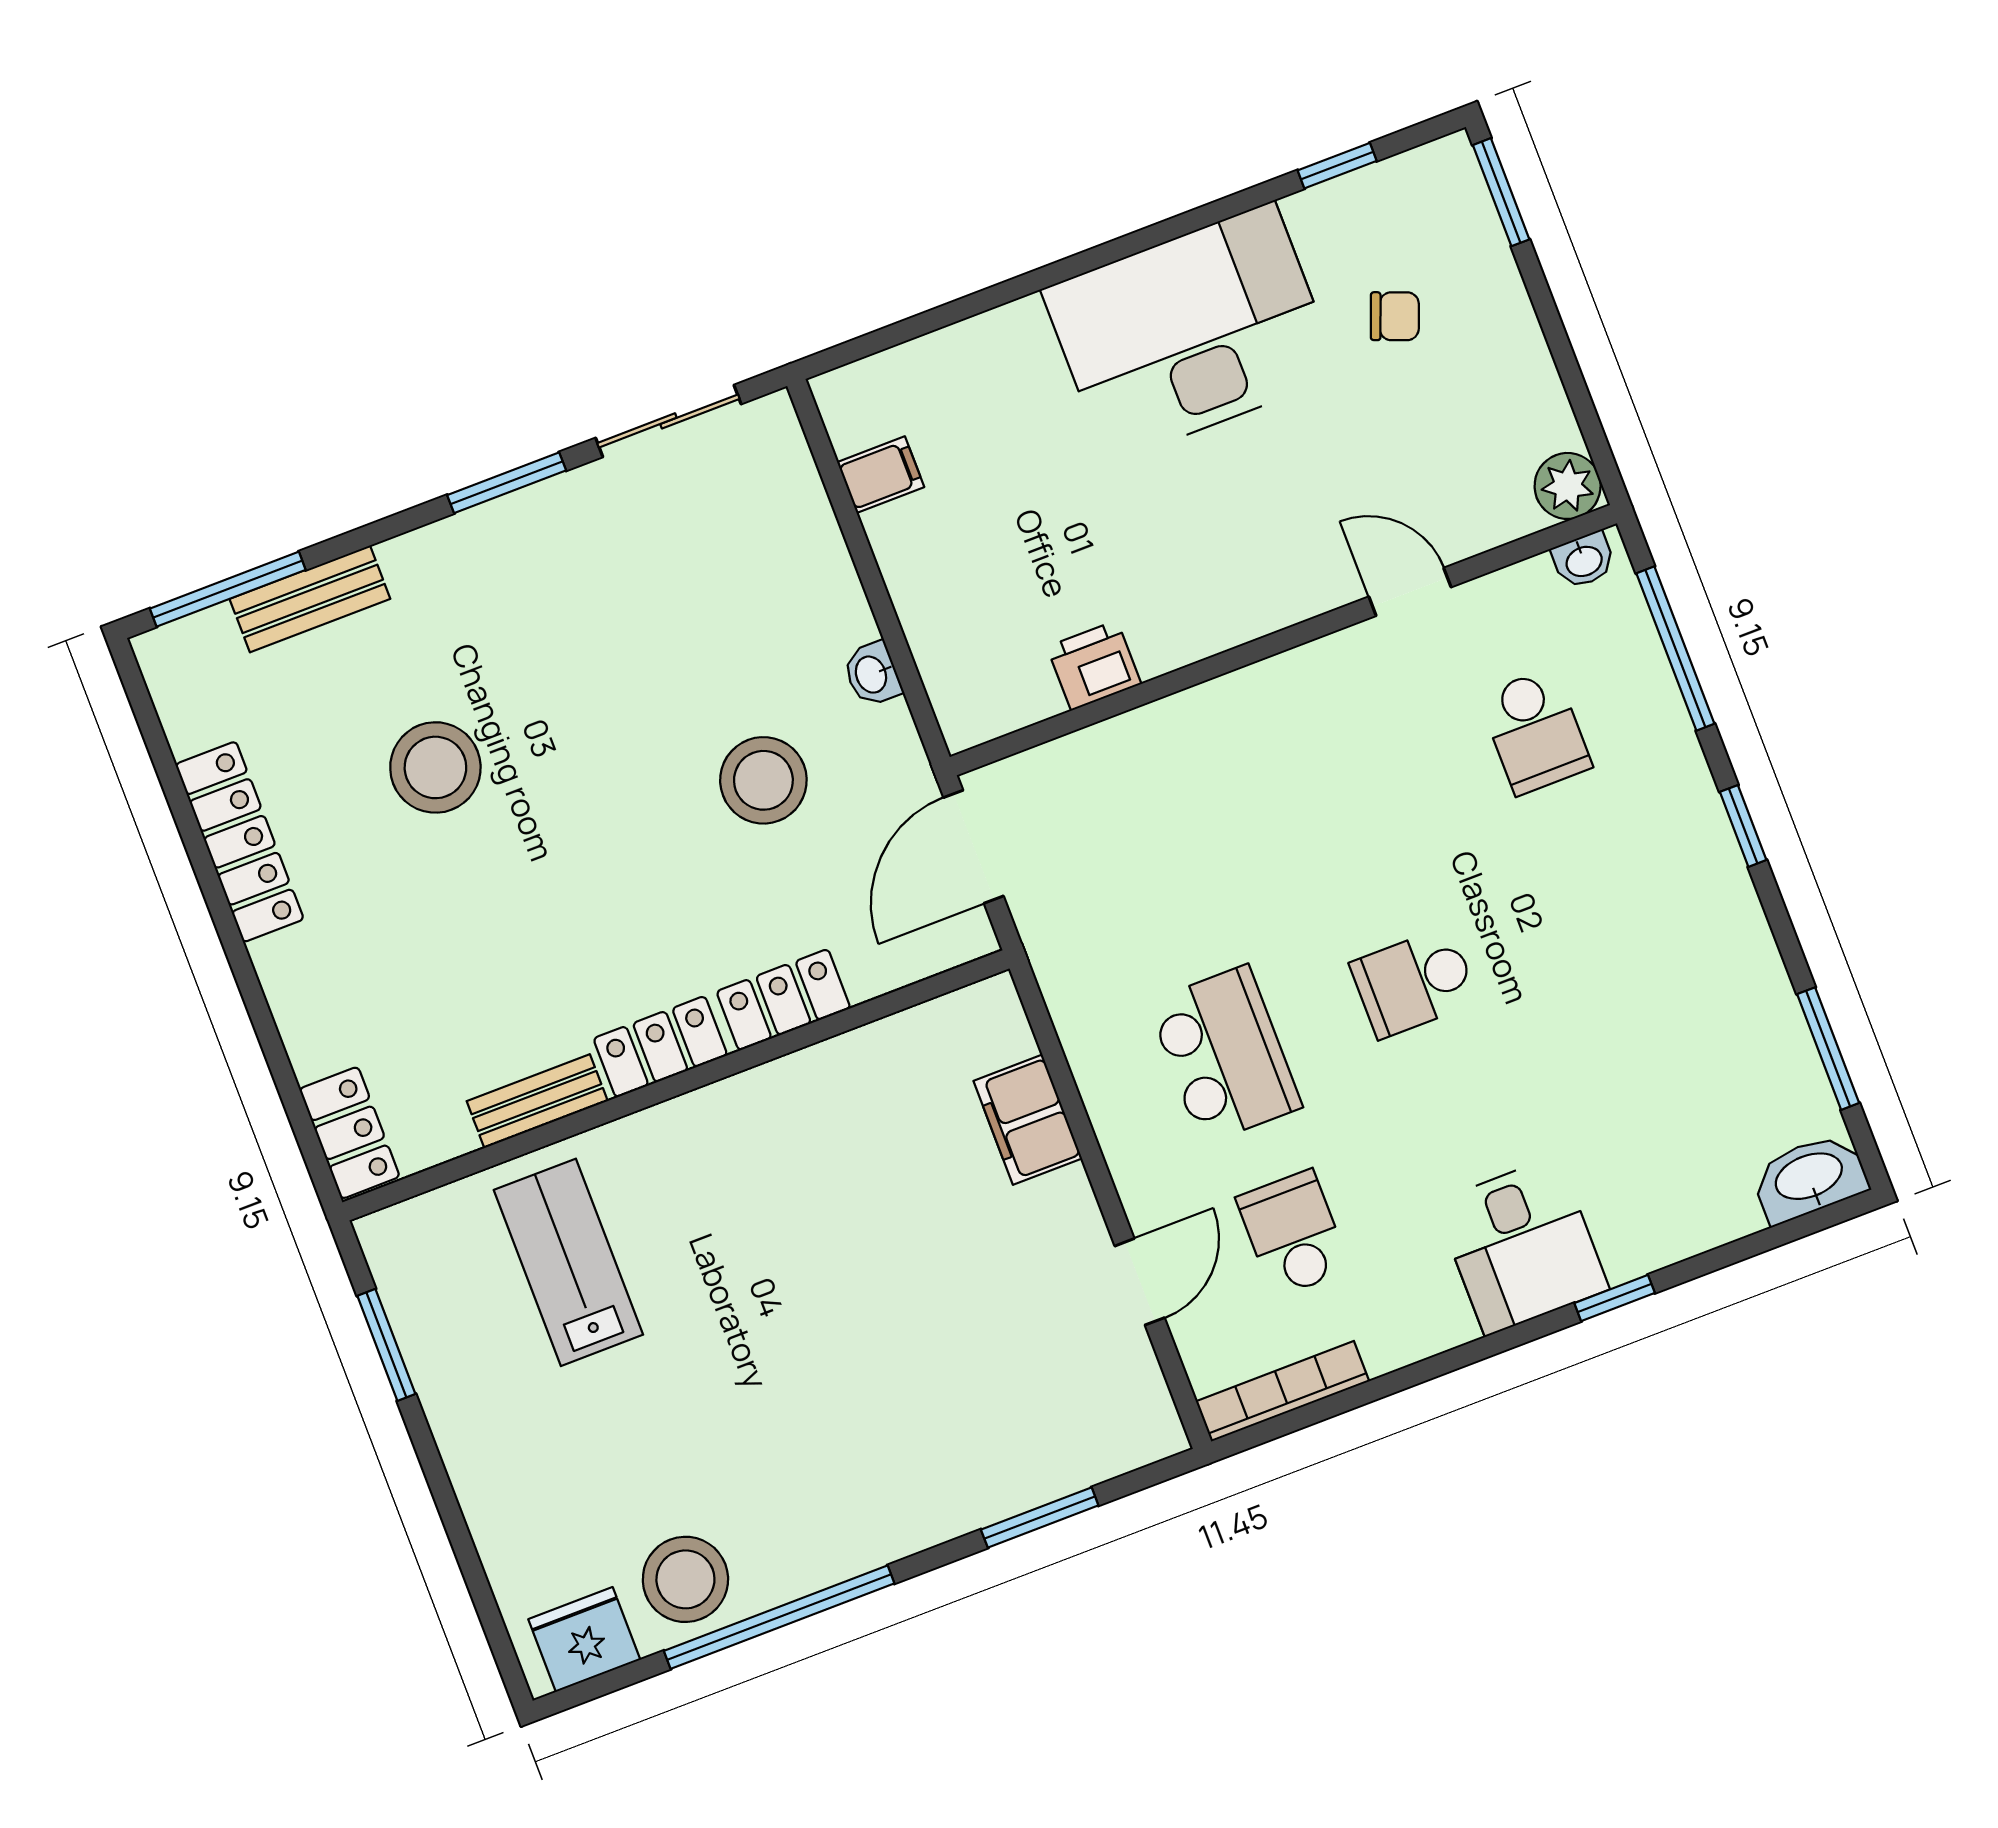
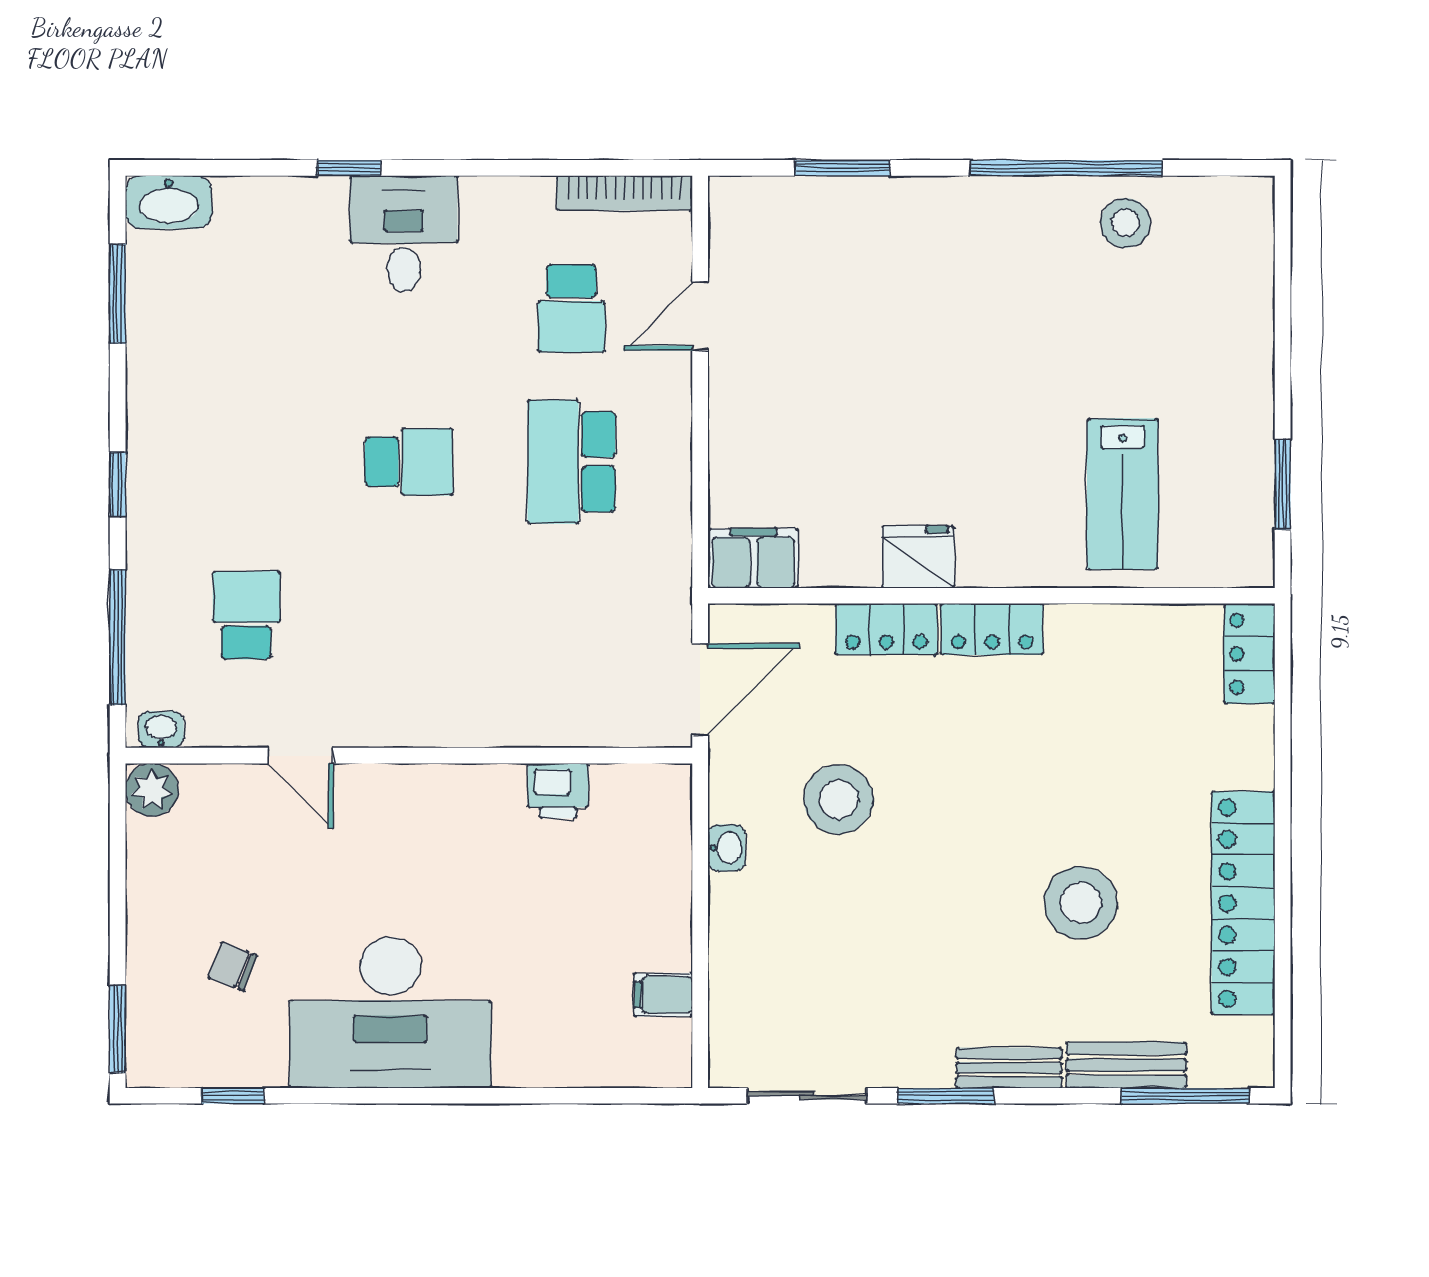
locker: (240, 842) -> (1243, 903), width x1.41, depth x1.21
bench: (537, 1101) -> (1009, 1068), moved
filing cabinet: (1028, 1120) -> (753, 558), moved, turned -90
stool: (685, 1579) -> (1126, 223), width x0.73, depth x0.73
fridge: (584, 1639) -> (918, 557), moved, turned 180

